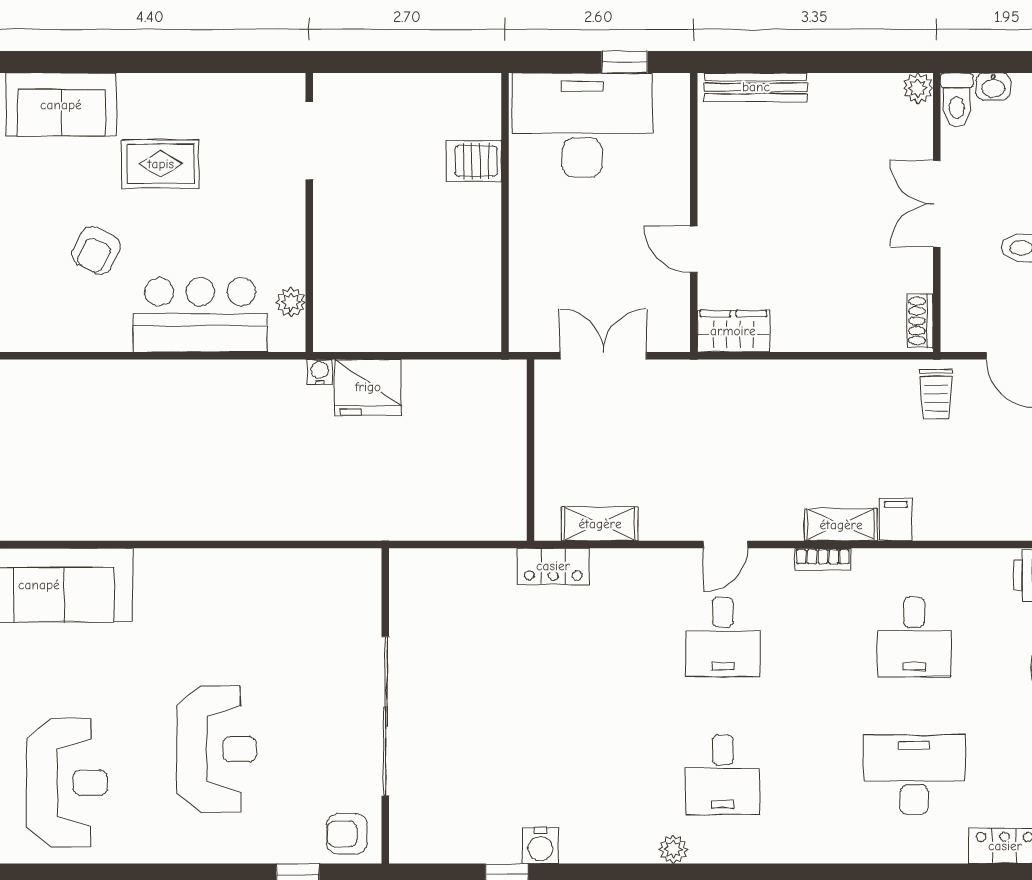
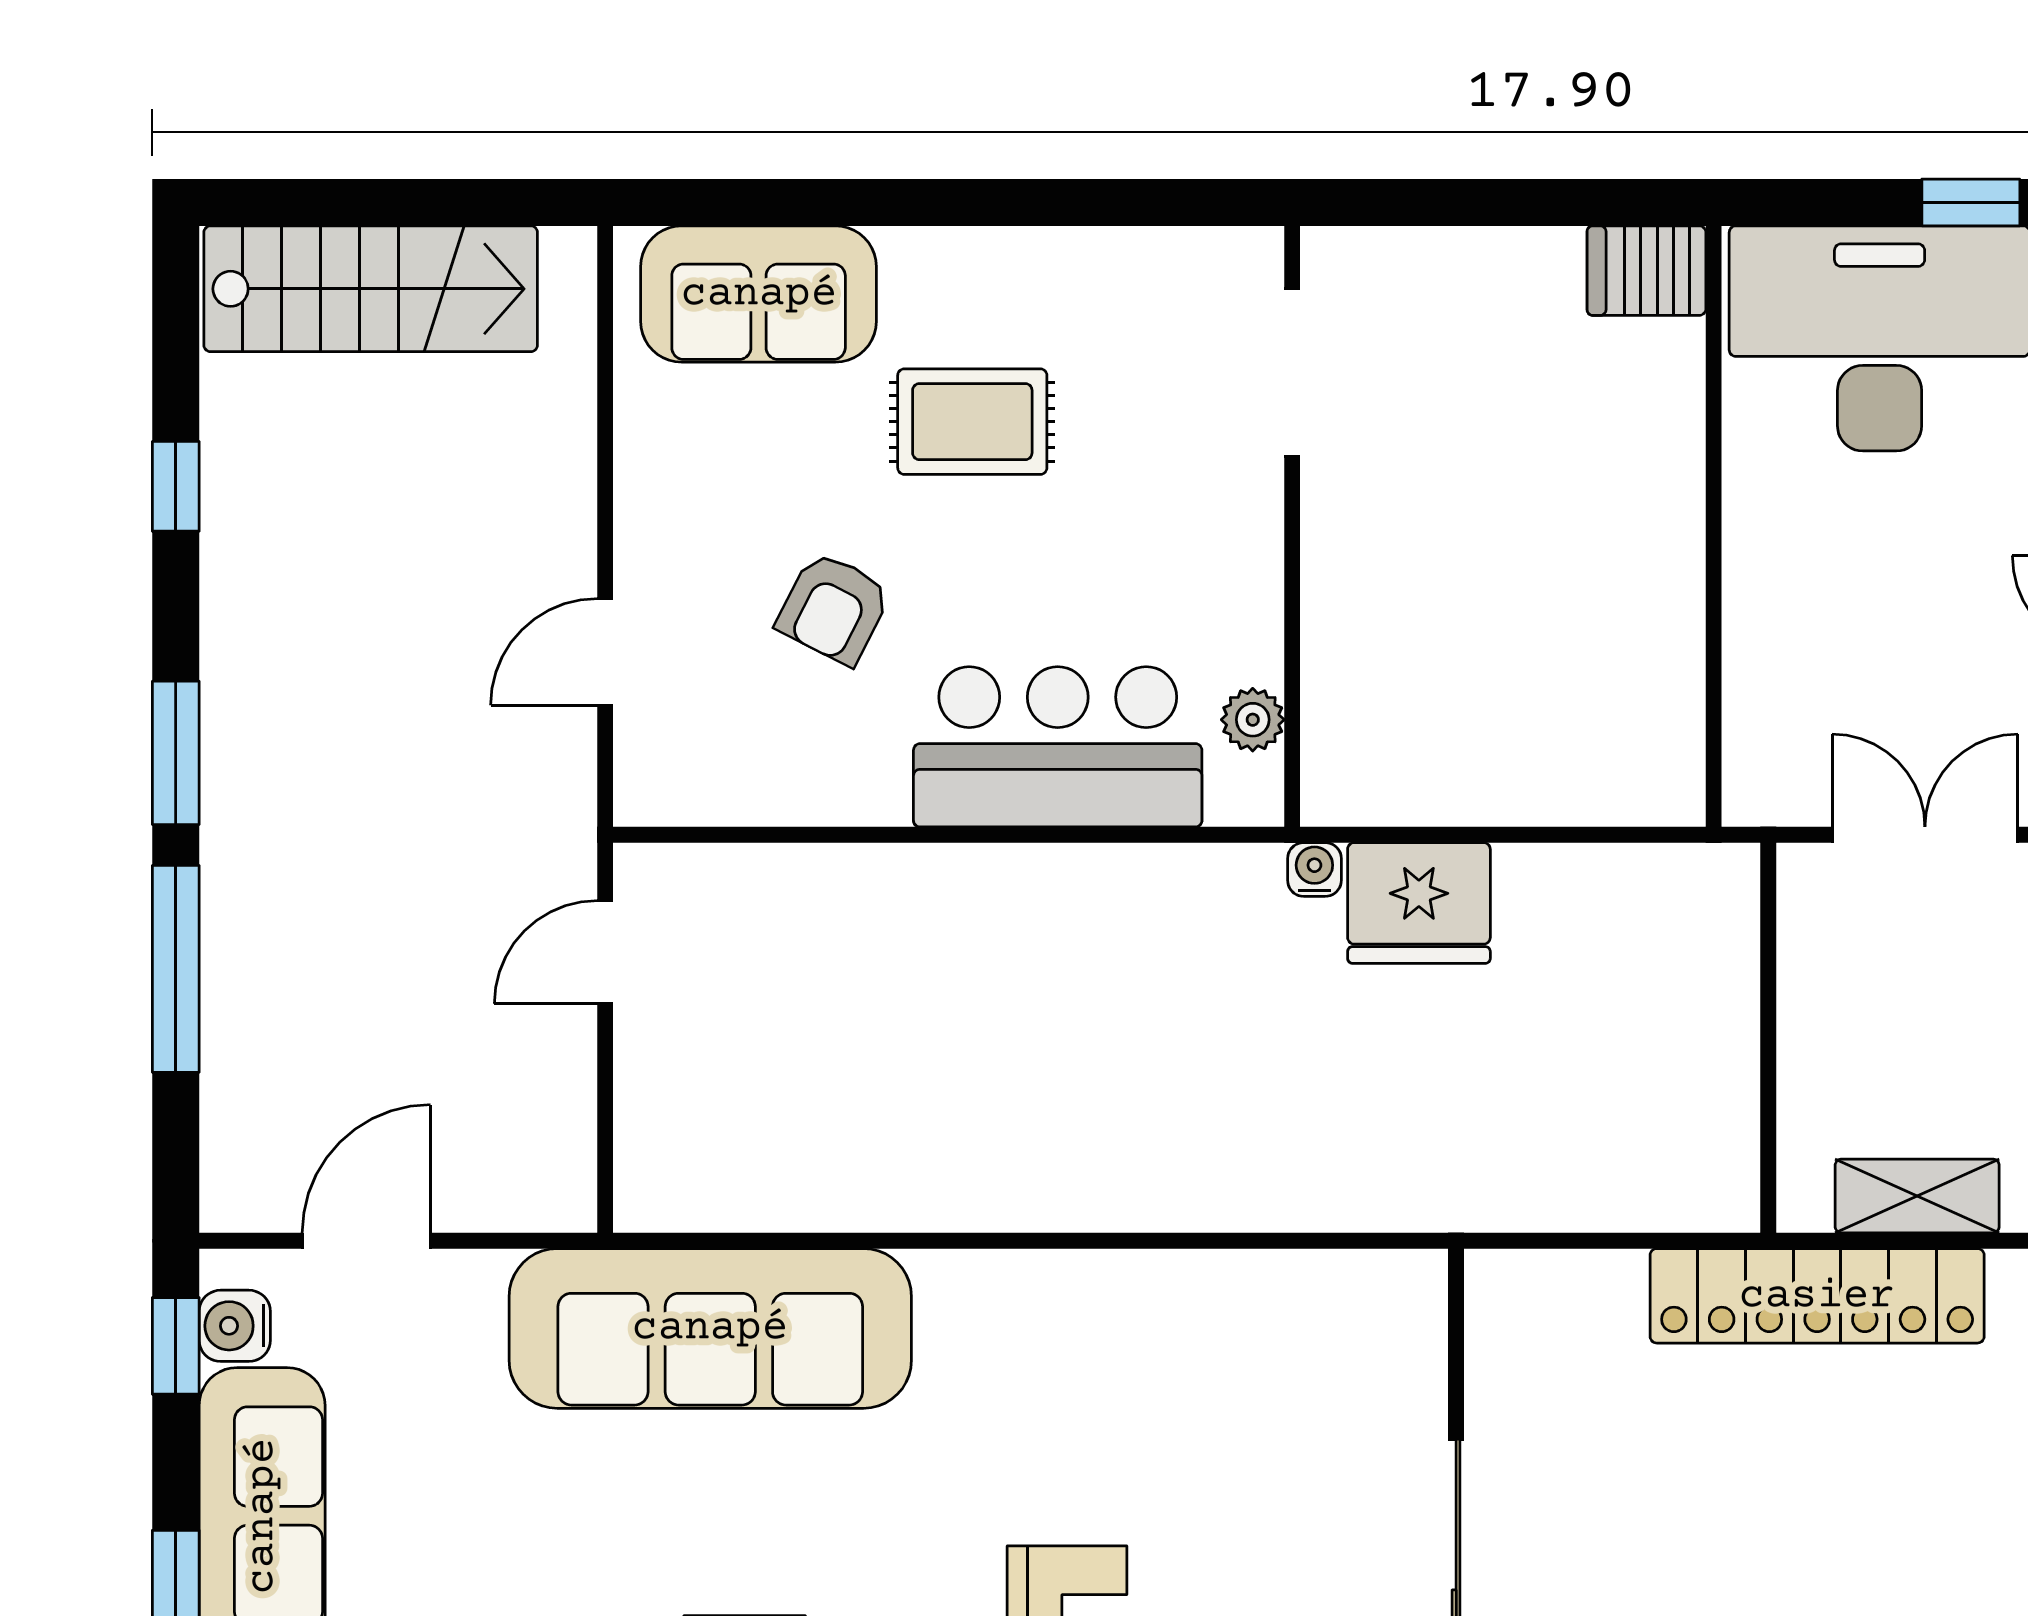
server rack: (474, 161) -> (1646, 271), moved
locker: (553, 566) -> (1817, 1296), width x2.16, depth x1.21

